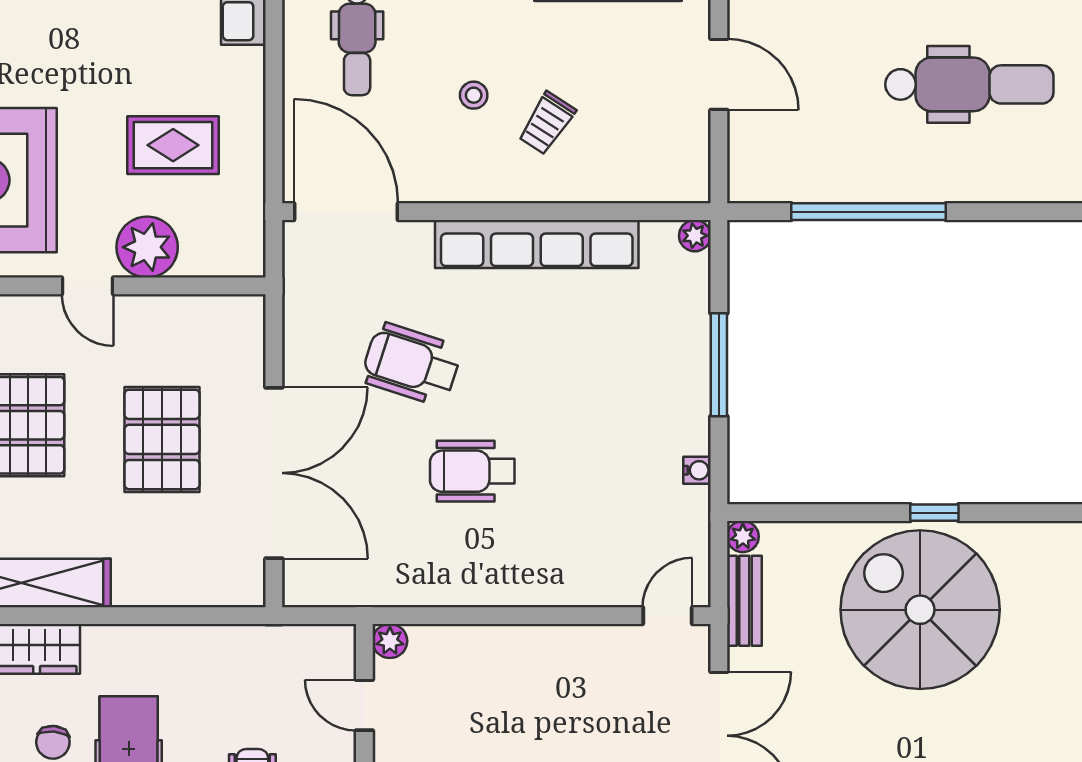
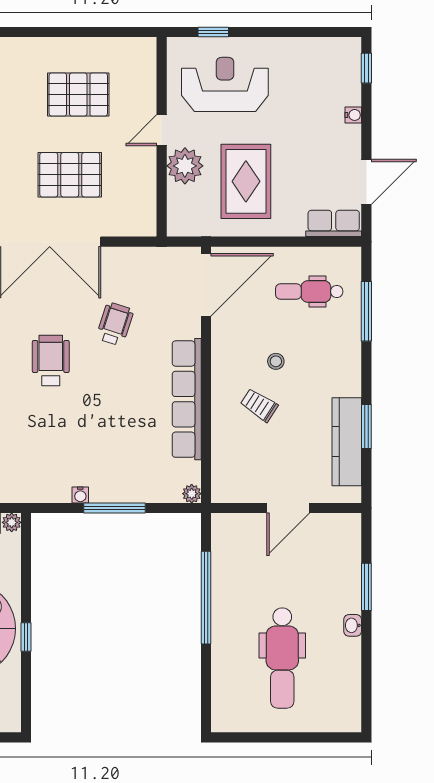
rug: (173, 145) -> (246, 181), width x1.36, depth x1.43
wheelchair: (411, 364) -> (115, 324), width x0.73, depth x0.73
water cooler: (697, 470) -> (80, 495), moved

